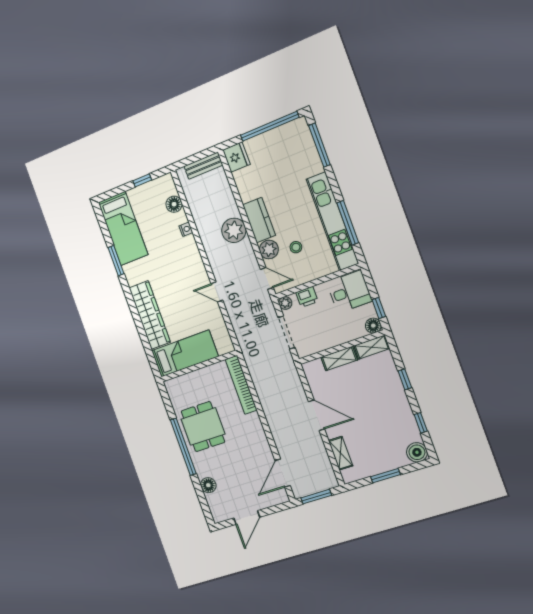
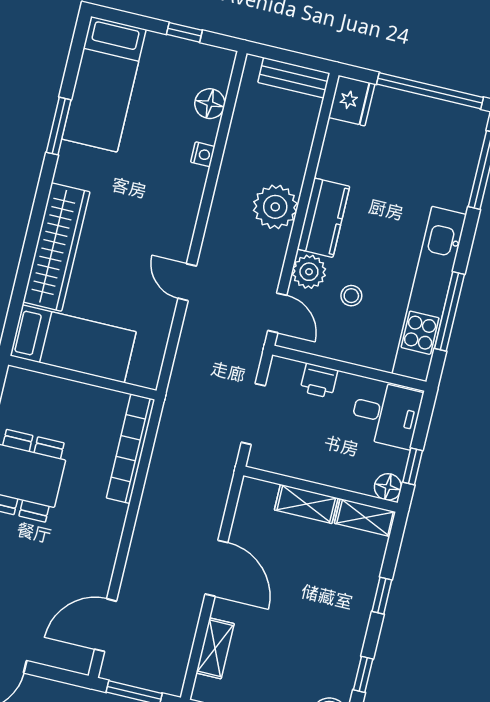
plant: (285, 303) -> (281, 368), removed

